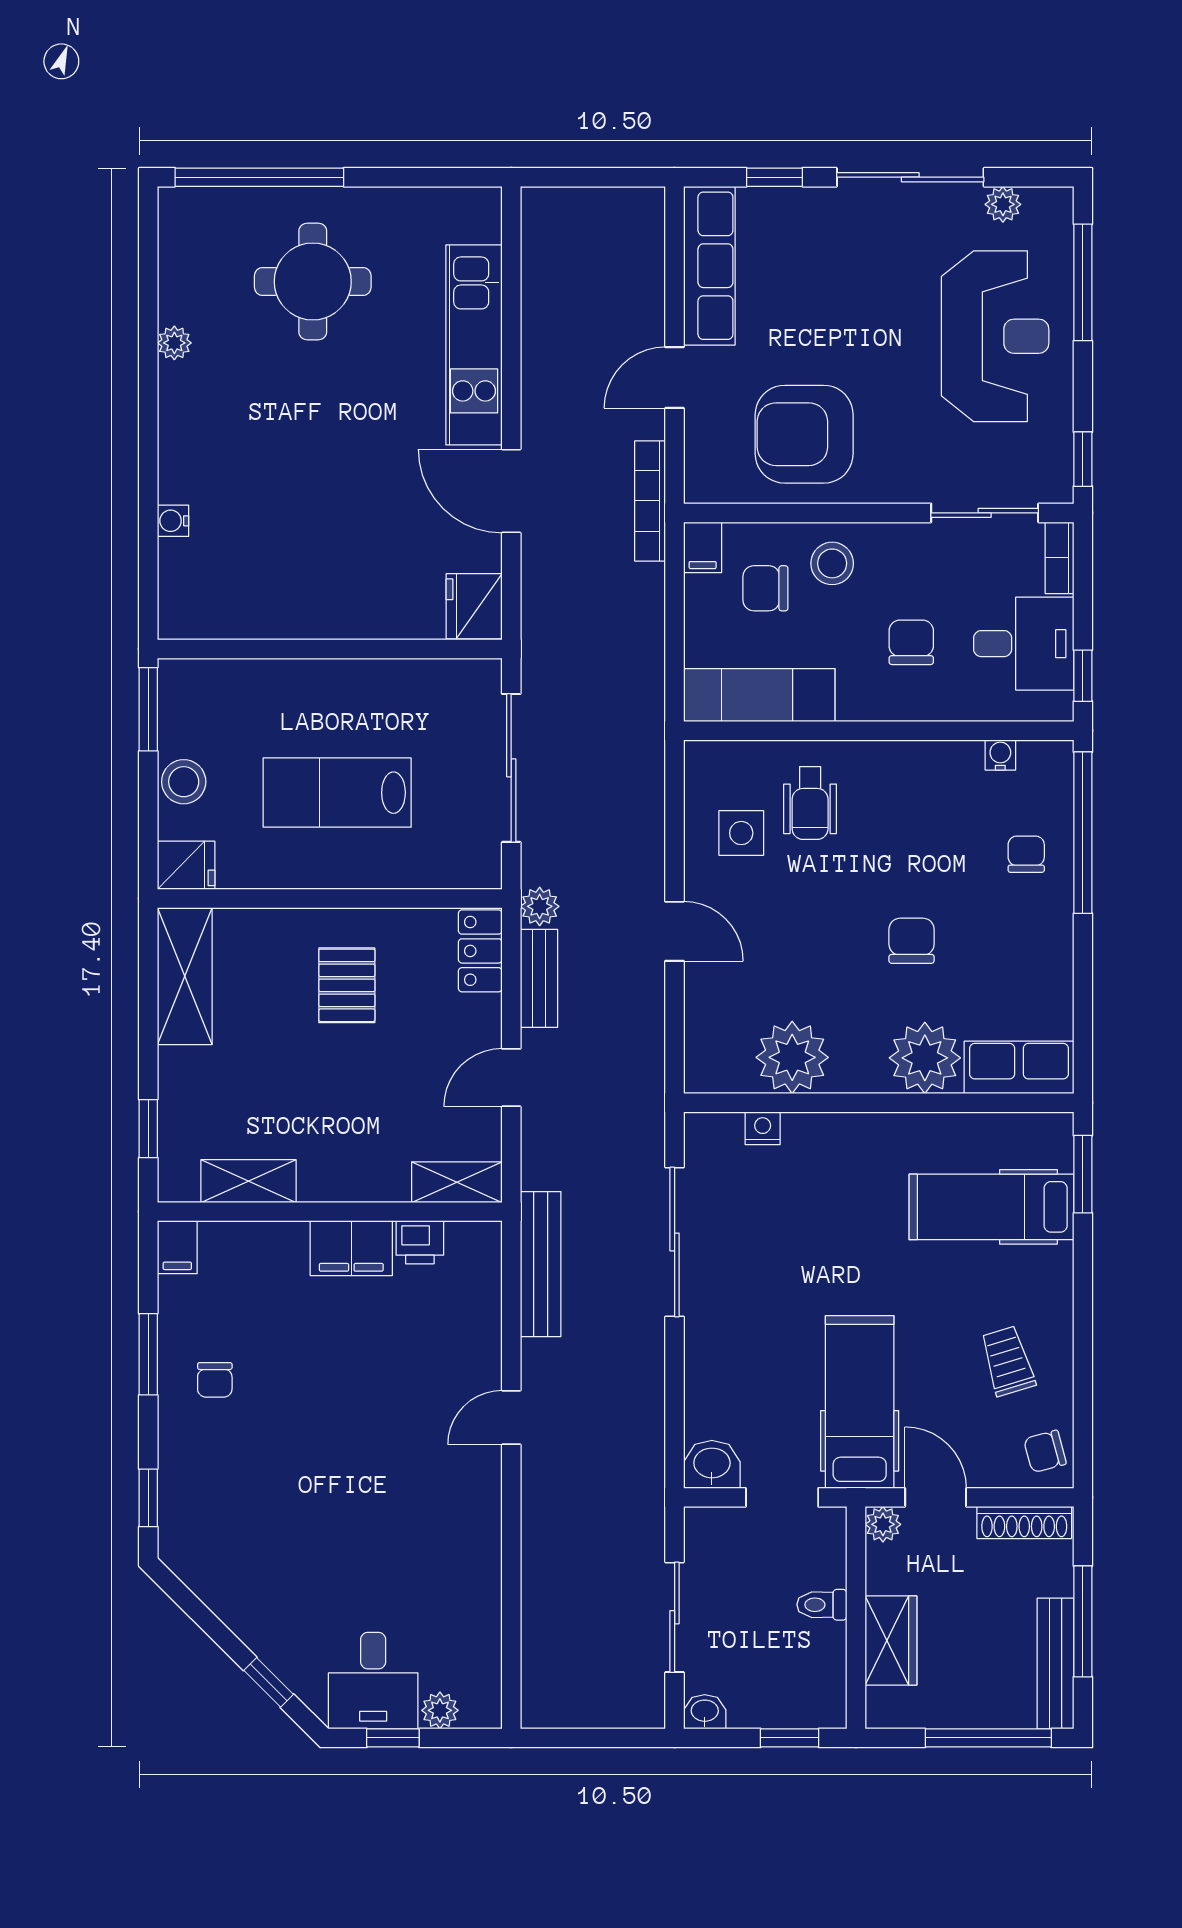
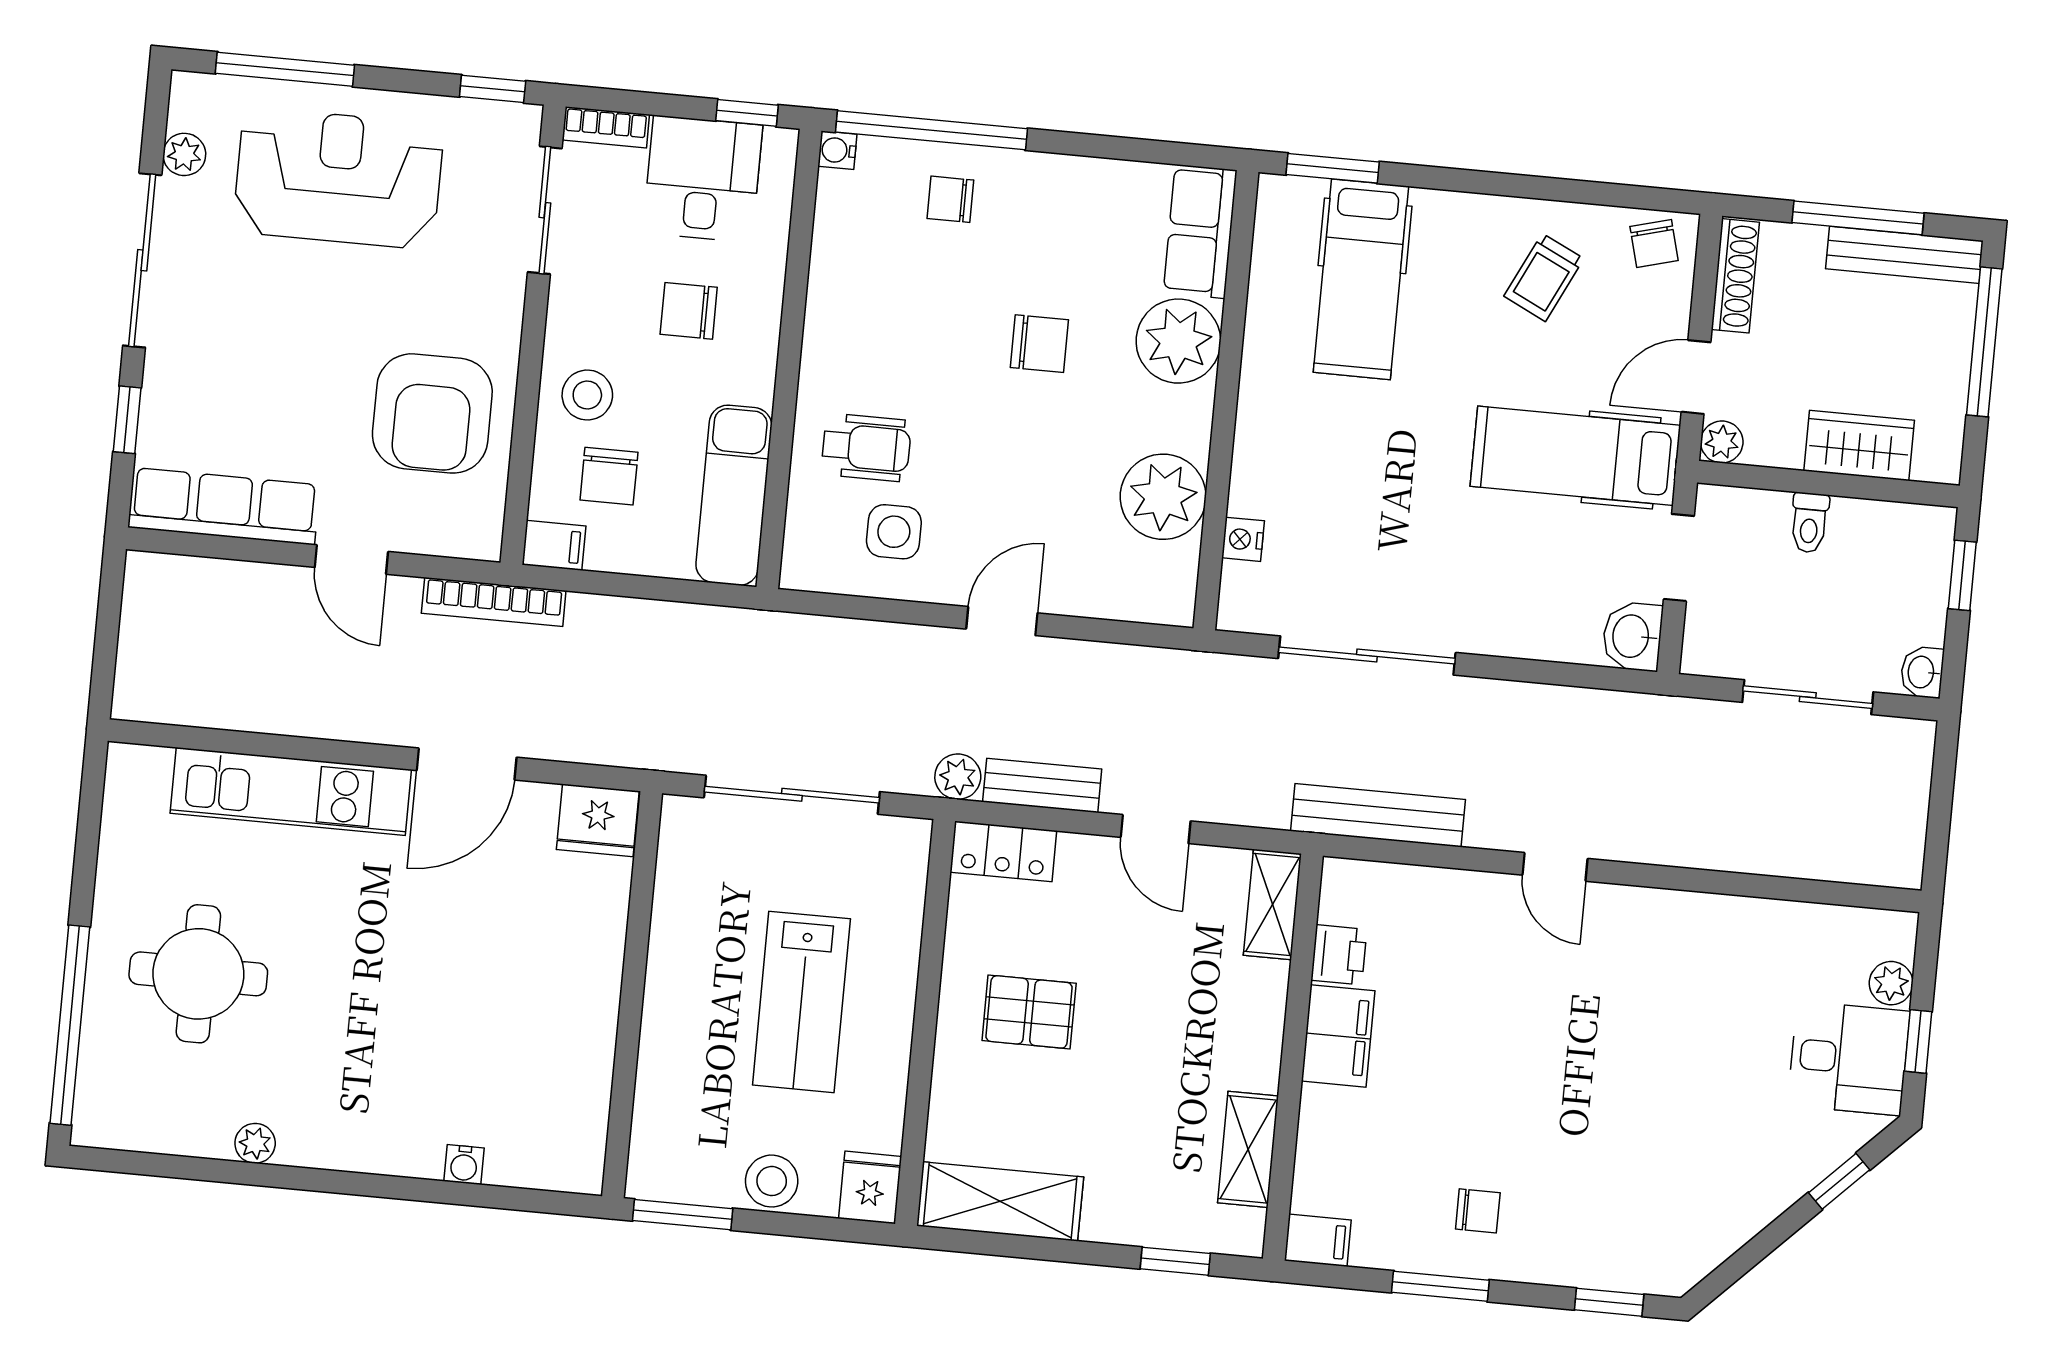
water cooler: (1000, 755) -> (837, 150), moved
chair: (912, 941) -> (1039, 344), turned 180
trolley: (1008, 1361) -> (1544, 277), turned -47

